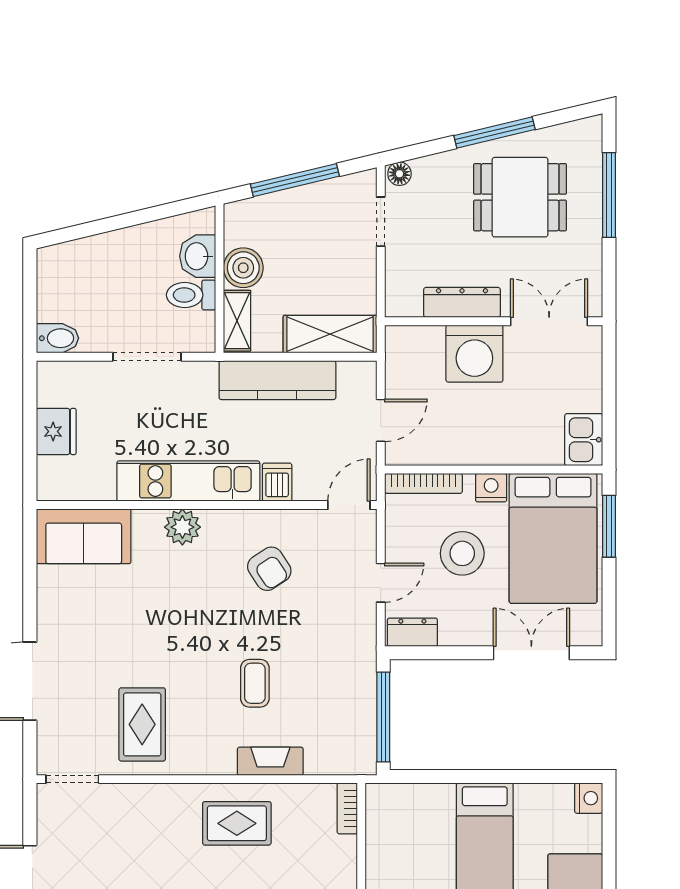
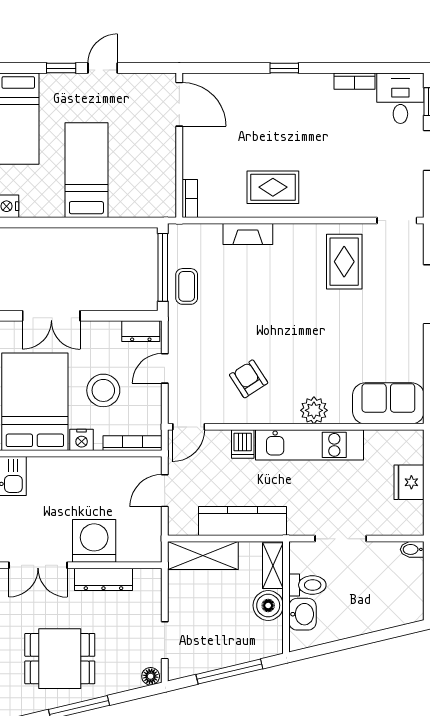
bidet: (58, 338) -> (412, 549), width x0.72, depth x0.74
coffee table: (255, 683) -> (187, 286), moved

